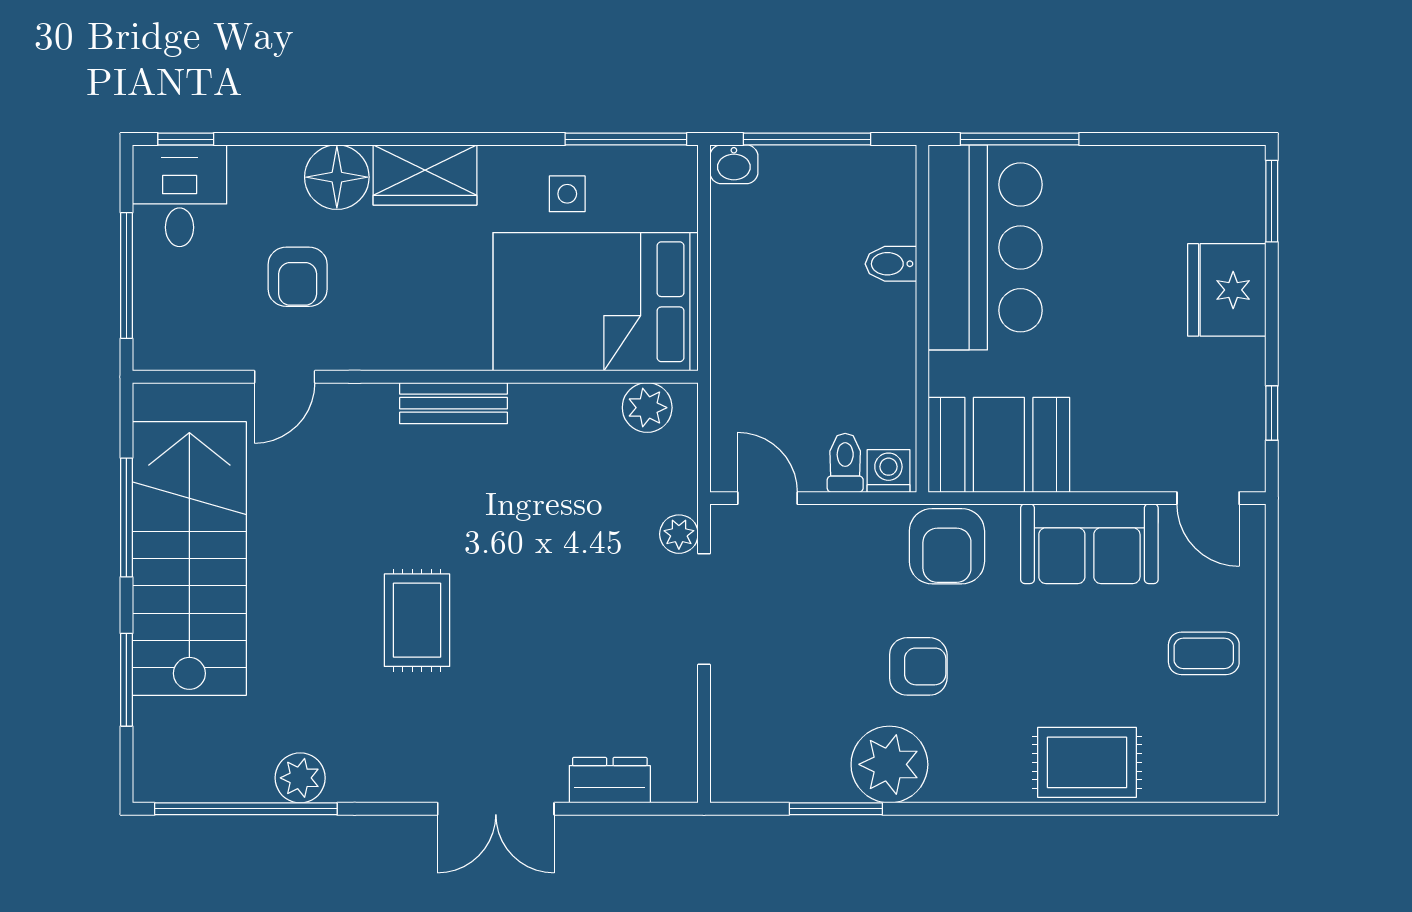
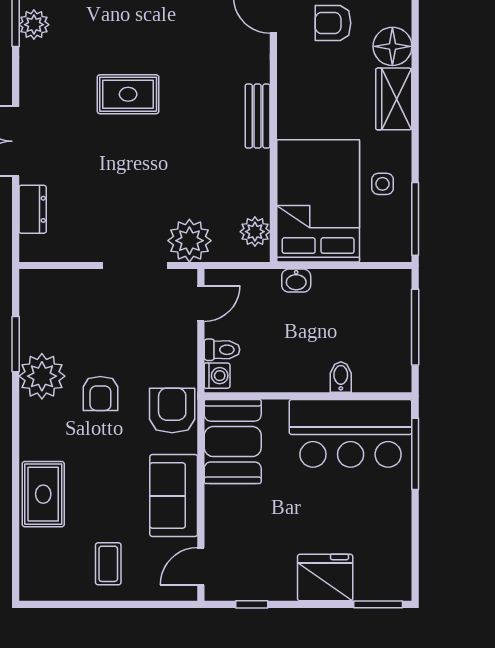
washbasin: (734, 164) -> (296, 281), moved, turned -90
plant: (679, 534) -> (189, 241), width x1.88, depth x1.88
armchair: (947, 546) -> (172, 410), turned 90

